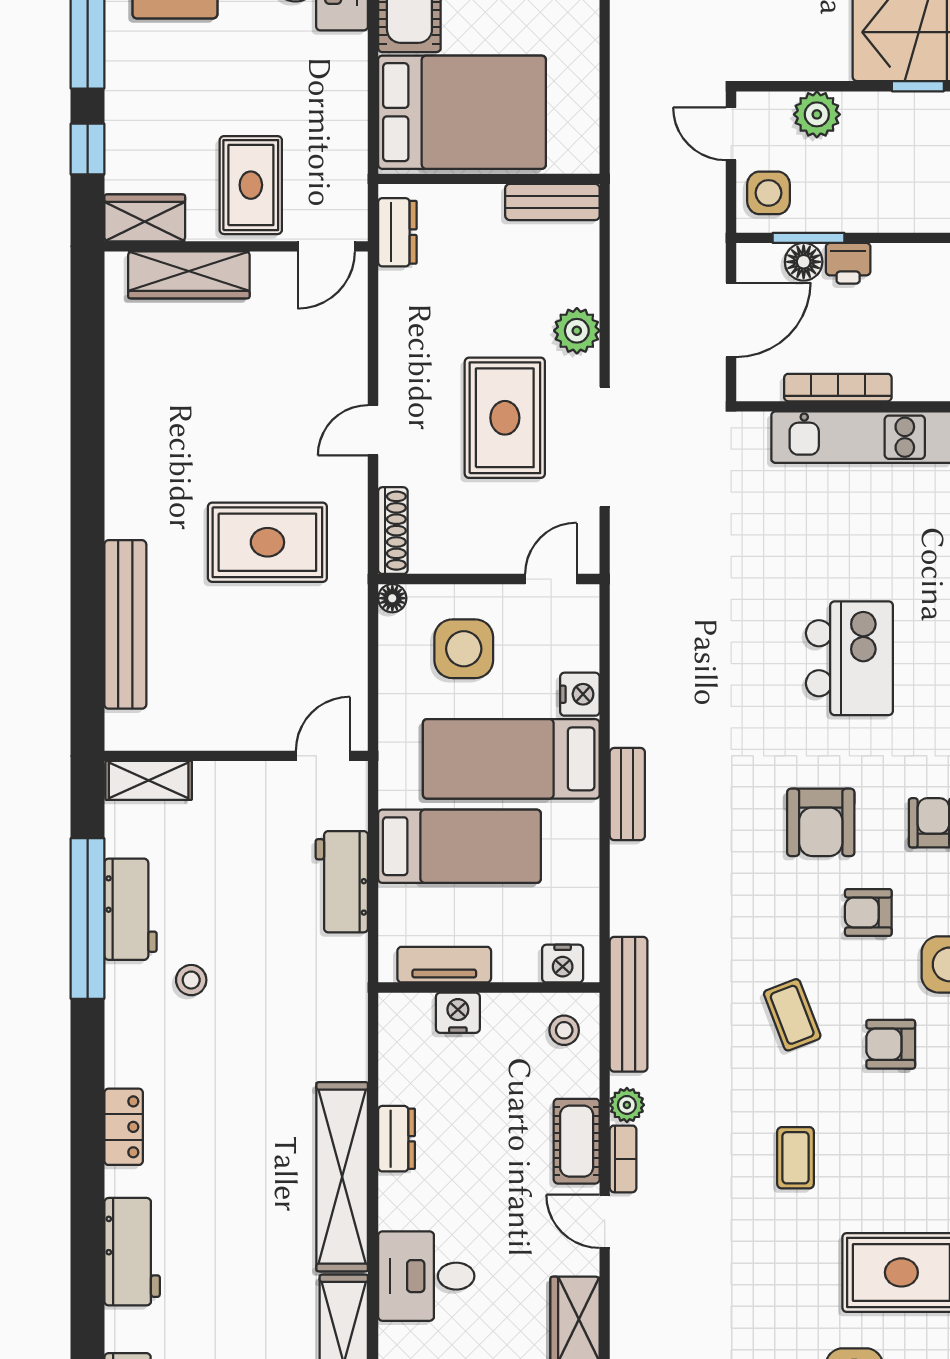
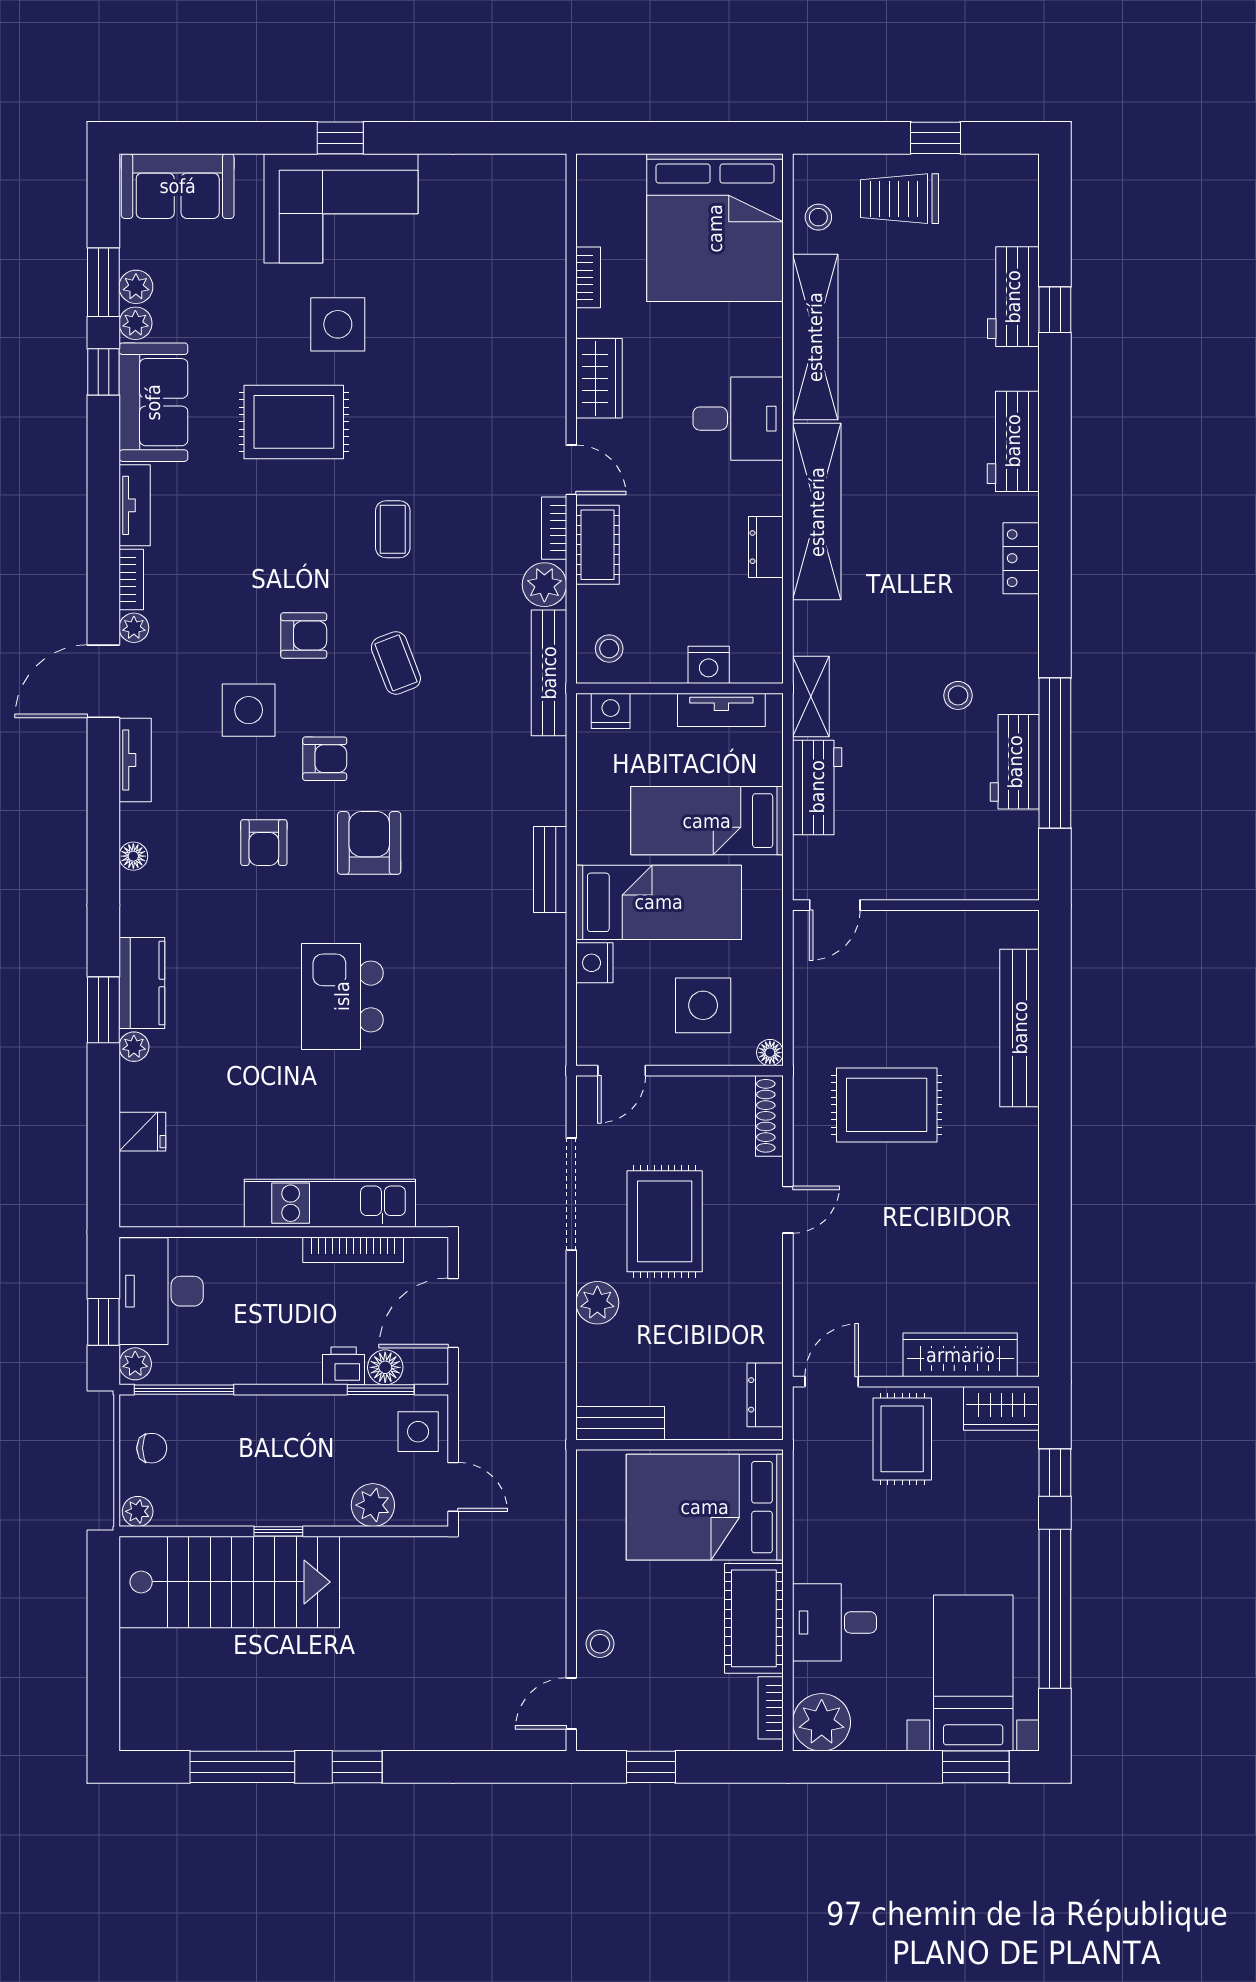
shelving: (149, 780) -> (811, 696), moved, turned 90
plant: (627, 1105) -> (544, 585), width x1.38, depth x1.38

